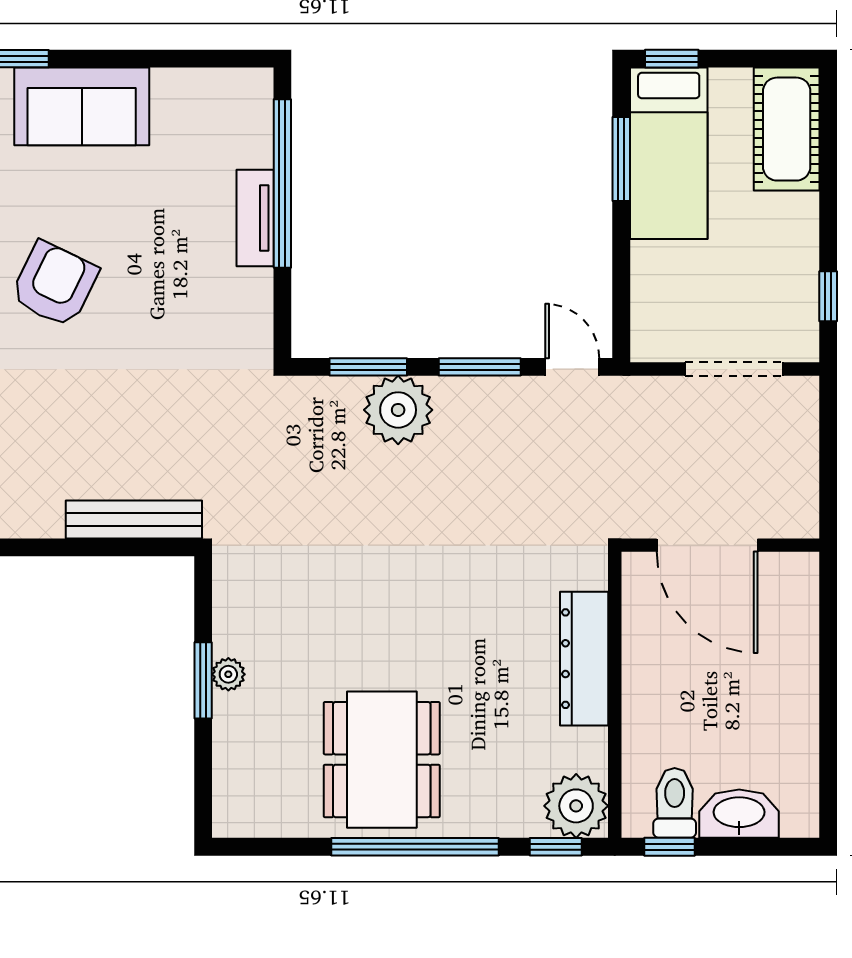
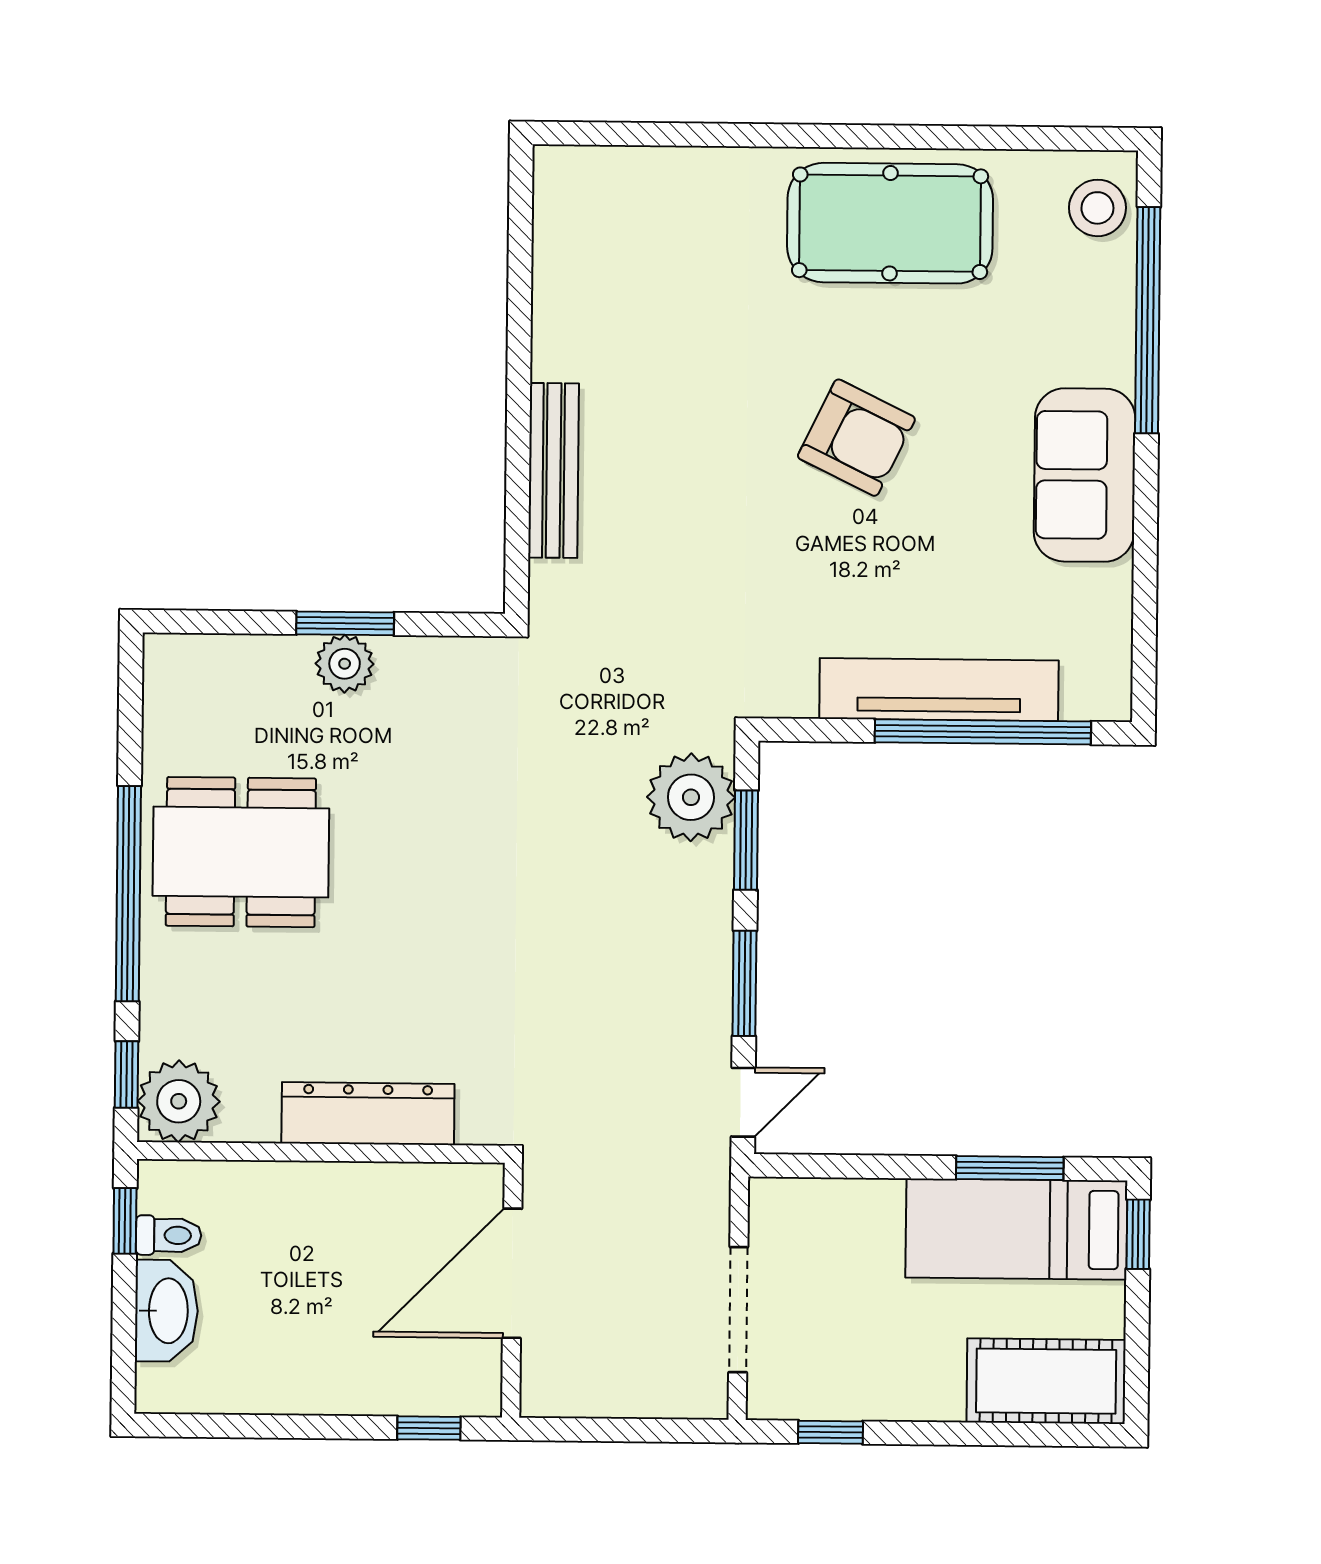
tv unit: (255, 218) -> (939, 690), width x1.92, depth x1.29
plant: (398, 410) -> (691, 797), moved
bench: (134, 520) -> (554, 470), moved
window: (828, 609) -> (429, 1428), added
plant: (228, 674) -> (345, 664), width x1.38, depth x1.38
toilet: (675, 803) -> (169, 1235), width x0.73, depth x0.72

